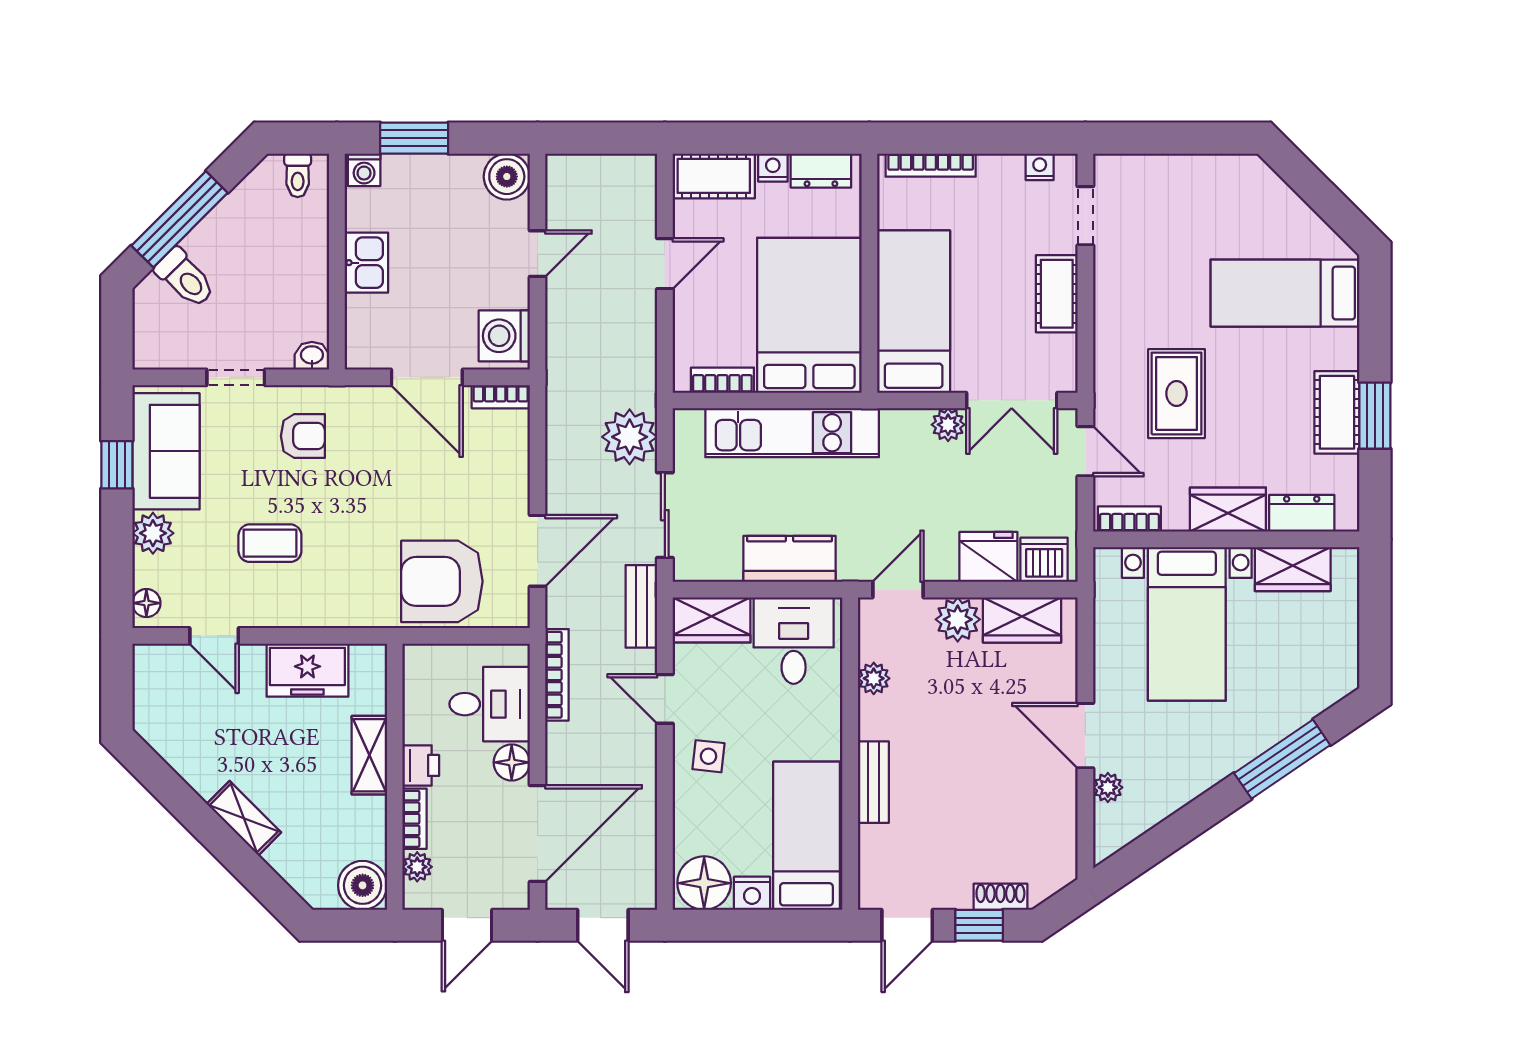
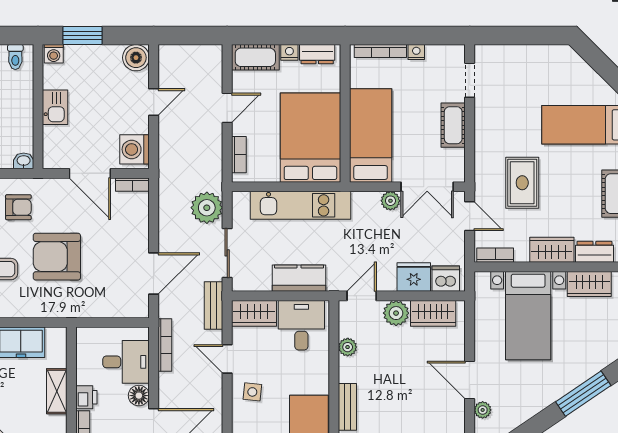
nightstand: (1040, 167) -> (416, 52), moved
bookcase: (722, 380) -> (239, 155), moved, turned 90
armchair: (442, 581) -> (57, 257), moved

